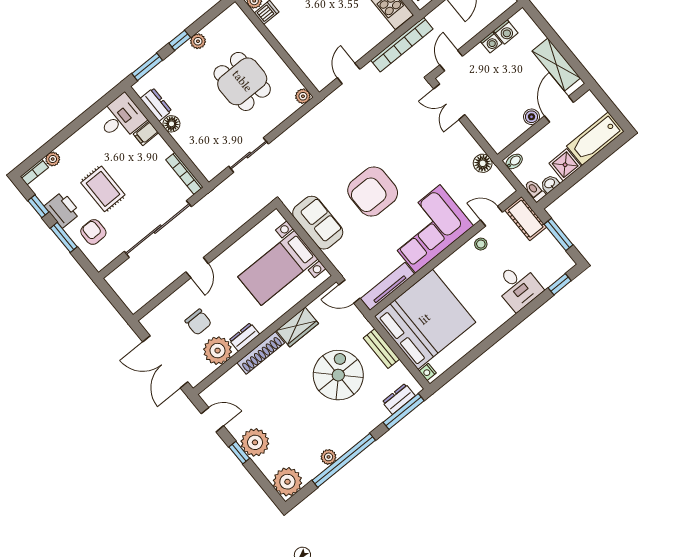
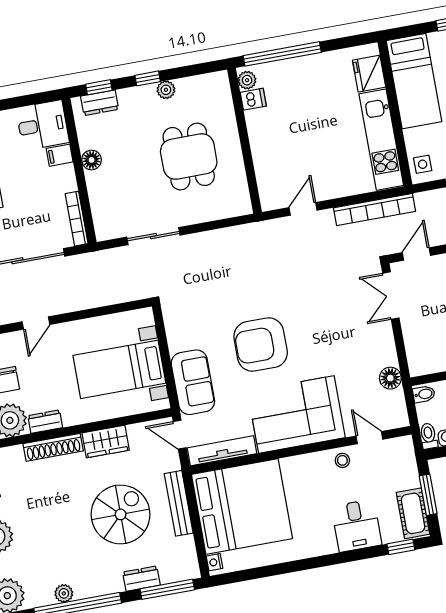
window: (147, 67) -> (99, 87), width x0.67
plant: (303, 96) -> (243, 206), removed
dresser: (156, 105) -> (100, 103), moved, turned 90
cot: (526, 219) -> (413, 513), moved
sofa: (318, 223) -> (193, 382), moved
bench: (381, 349) -> (179, 503), width x1.36
dresser: (399, 399) -> (141, 579), moved

